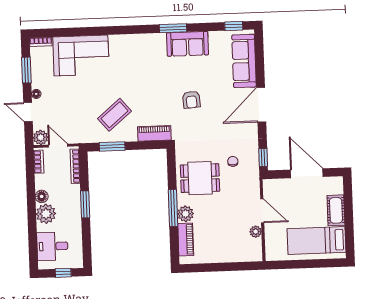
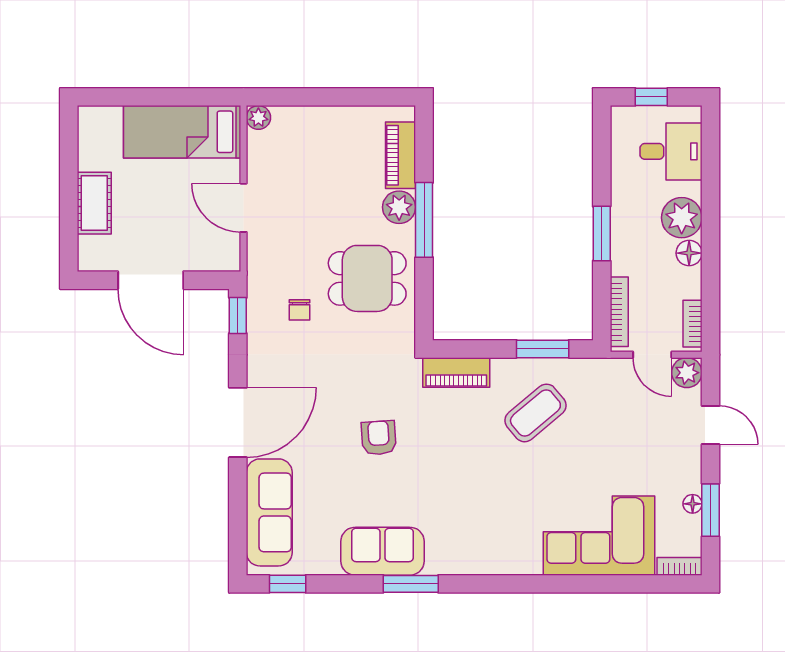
floor lamp: (36, 94) -> (693, 504), moved
plant: (256, 232) -> (258, 117), moved
bed: (316, 241) -> (182, 132), moved, turned 180

